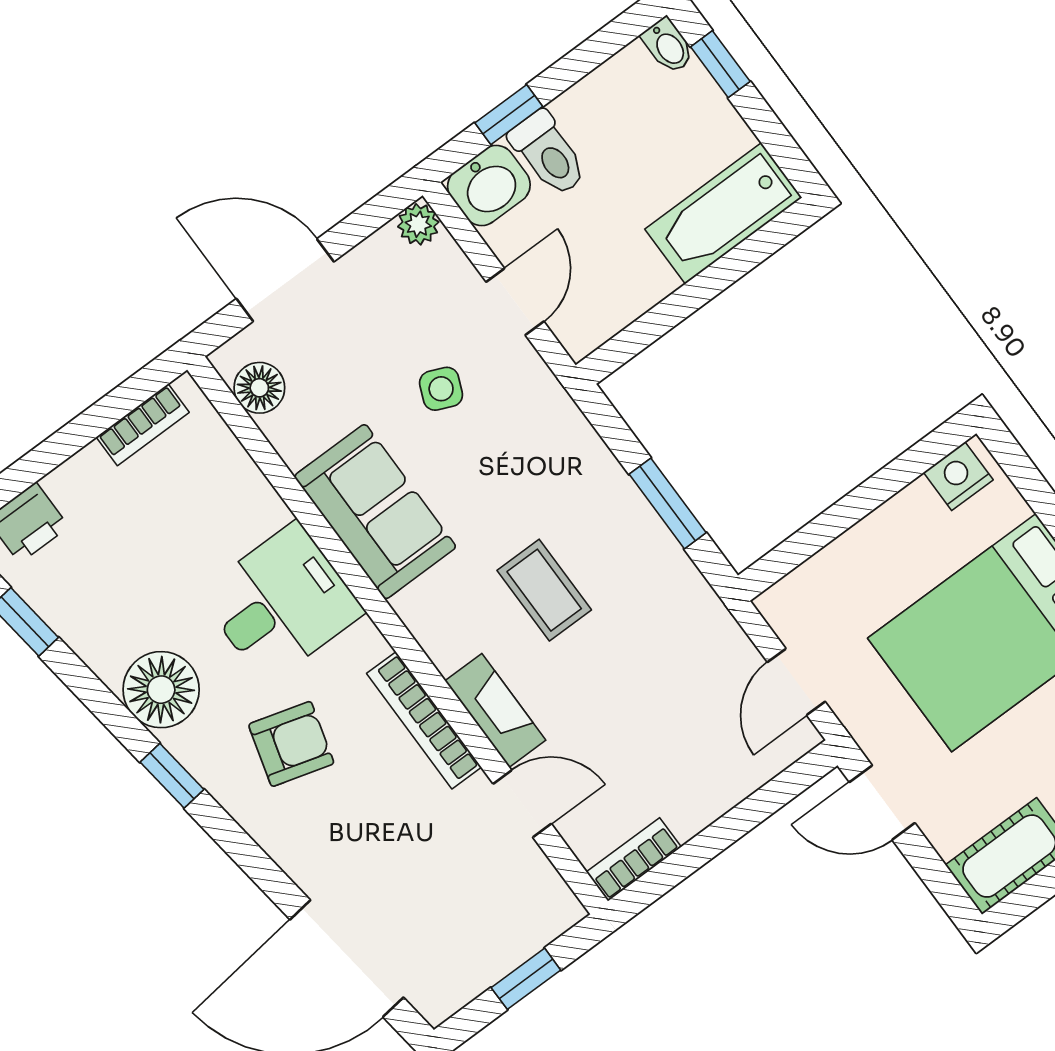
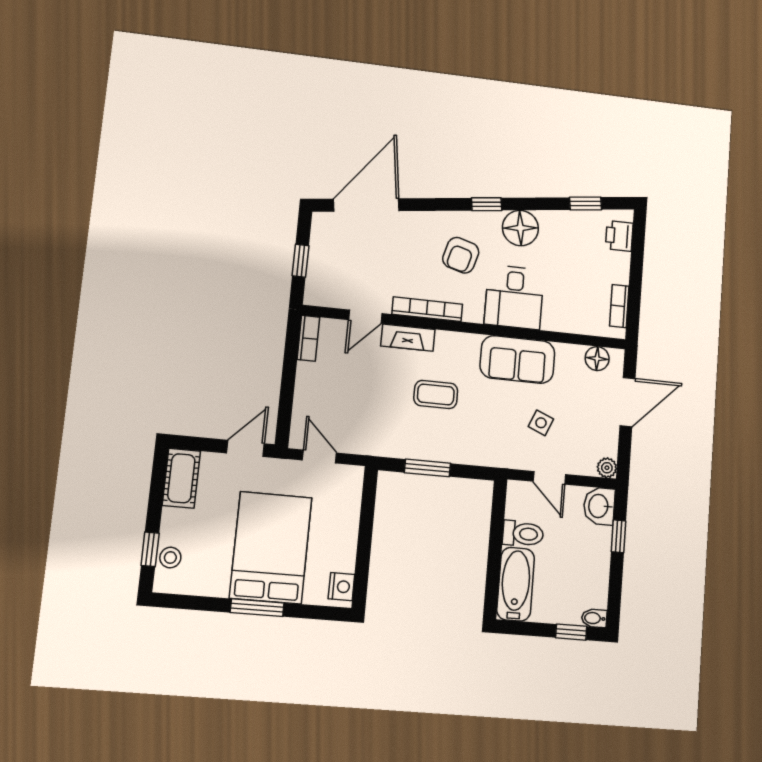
toilet: (548, 154) -> (523, 534), moved, turned 180

